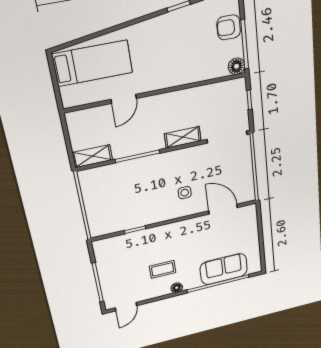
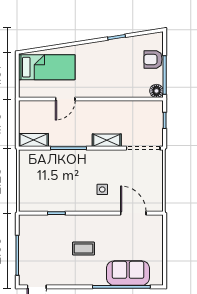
coffee table: (163, 269) -> (83, 249), moved
floor lamp: (177, 288) -> (84, 280), removed

